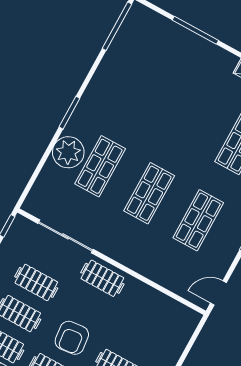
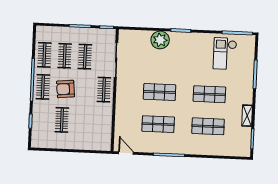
checkout: (140, 61) -> (225, 54), added
shop shelf: (100, 166) -> (209, 94), moved

